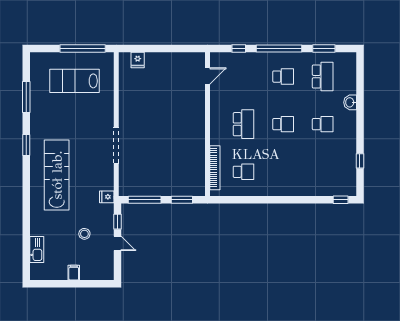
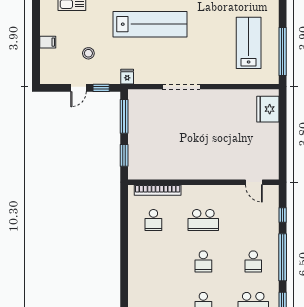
fridge: (138, 60) -> (268, 109), width x1.88, depth x1.34

